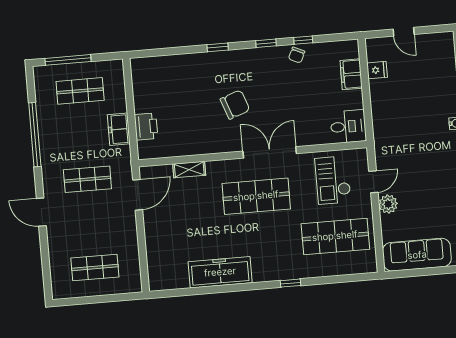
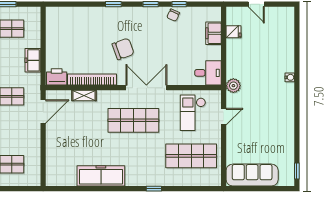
printer: (146, 127) -> (57, 77), moved, turned -90
bookcase: (198, 148) -> (92, 79), added
plant: (388, 204) -> (233, 86), moved

